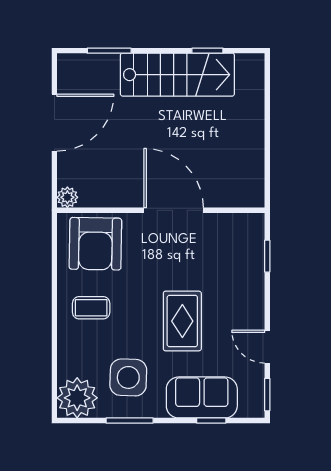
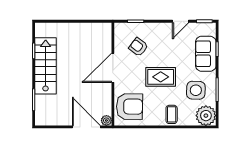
door: (54, 123) -> (86, 127), moved
armchair: (215, 262) -> (138, 47), added
coffee table: (91, 308) -> (172, 114), moved
rug: (182, 321) -> (161, 77), moved

